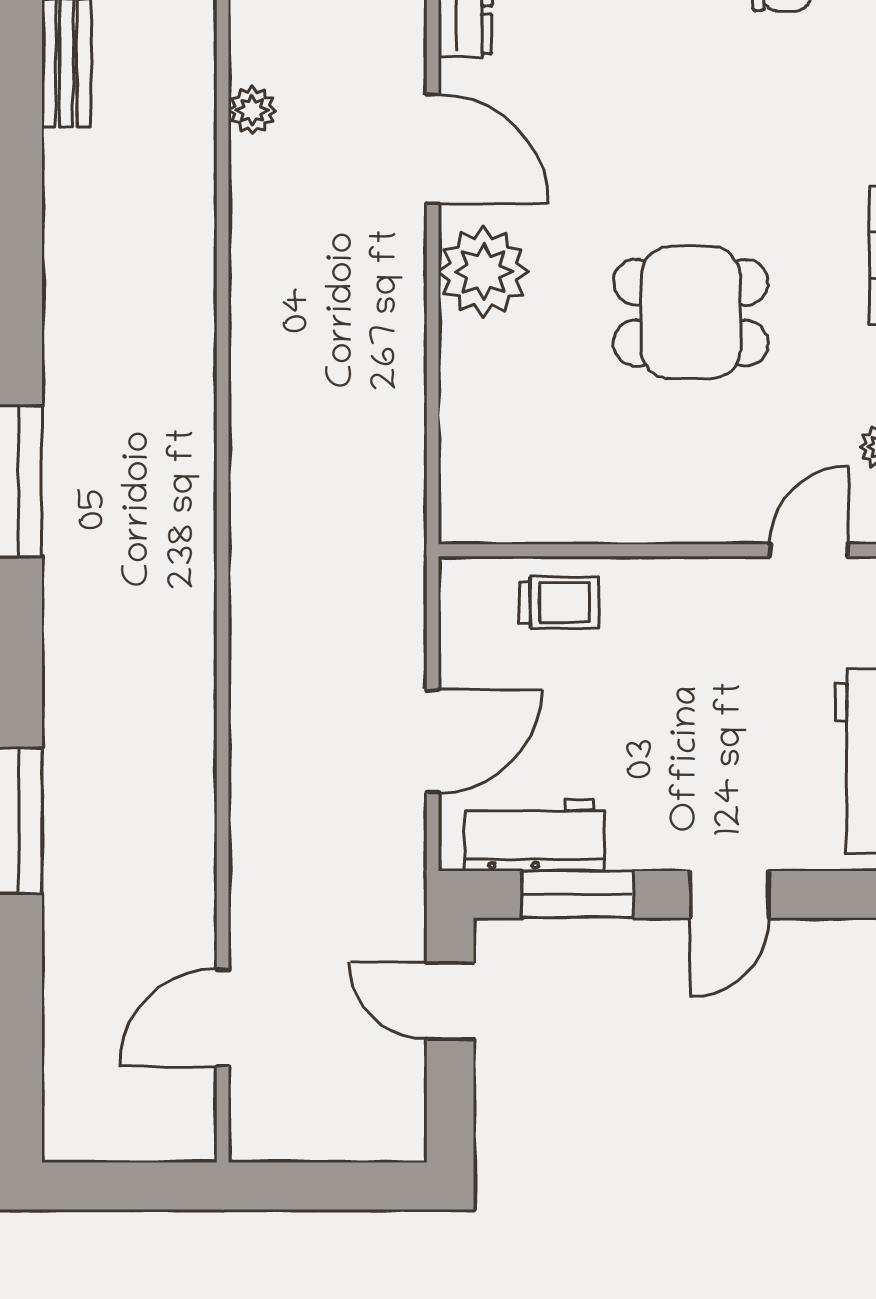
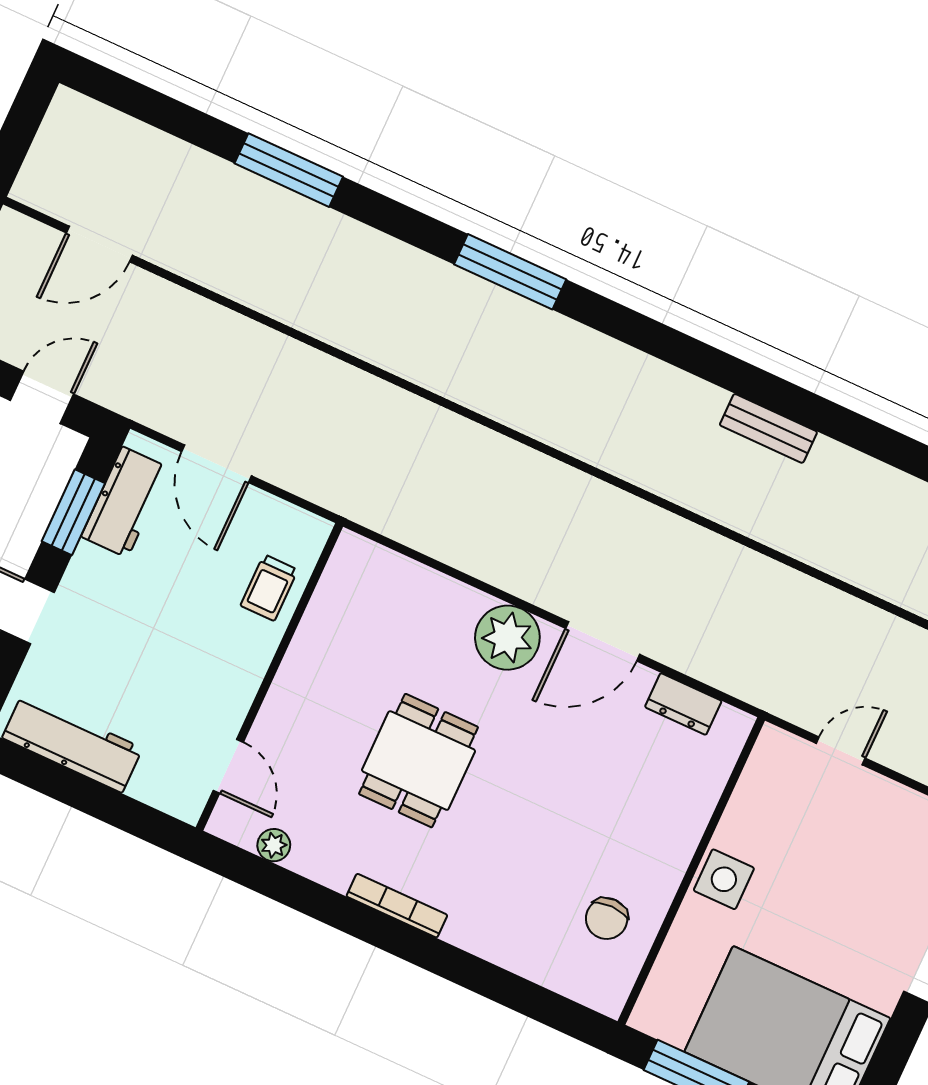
plant: (252, 110) -> (682, 535), removed
door: (223, 1018) -> (99, 244), swing flipped

